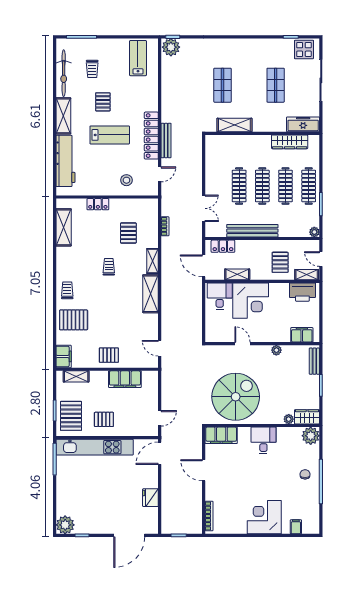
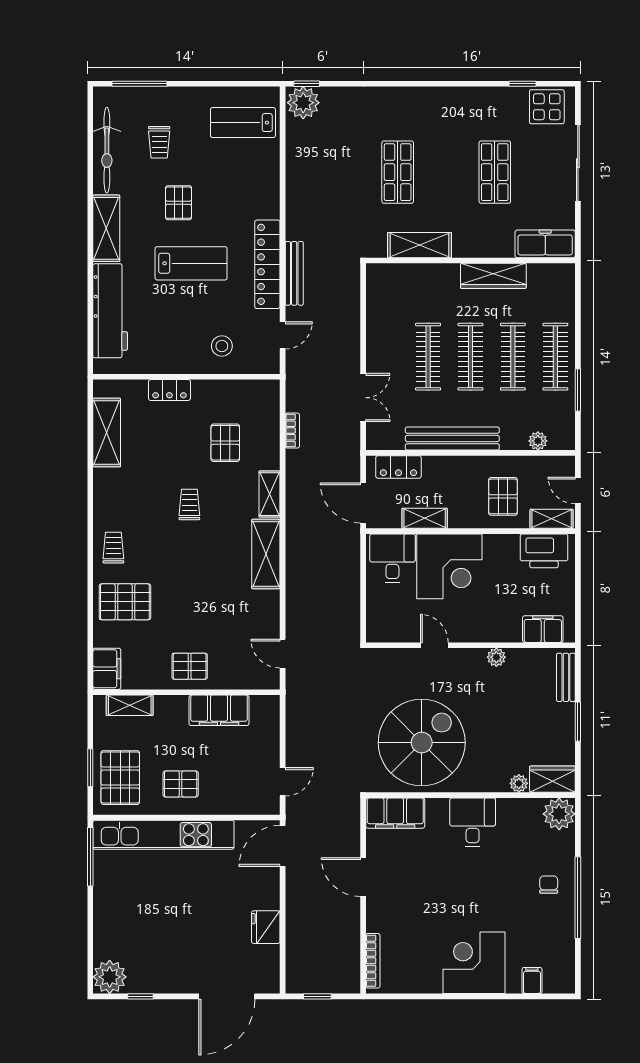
lab bench: (138, 58) -> (243, 123), turned -90
wardrobe: (290, 142) -> (493, 276), moved
plant: (314, 232) -> (538, 441), moved

